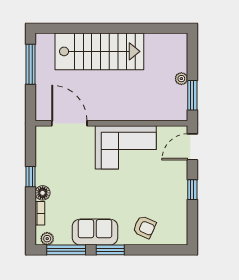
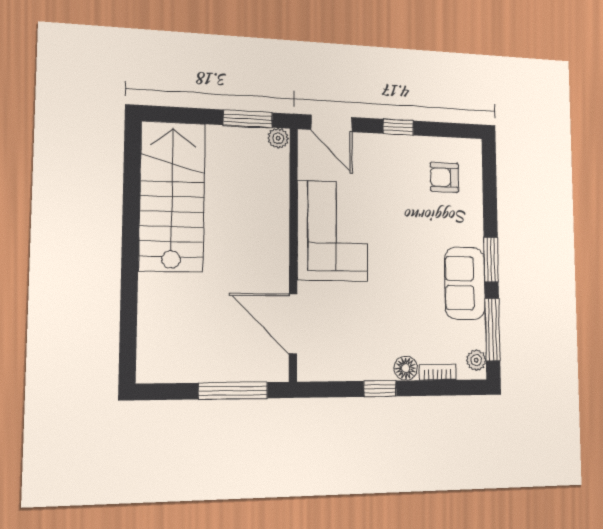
stairs: (99, 51) -> (172, 196), moved
window: (31, 64) -> (233, 391), moved
plant: (181, 79) -> (278, 138), moved
door: (69, 123) -> (293, 324), hinge flipped
armchair: (145, 227) -> (444, 177), moved, turned -114

